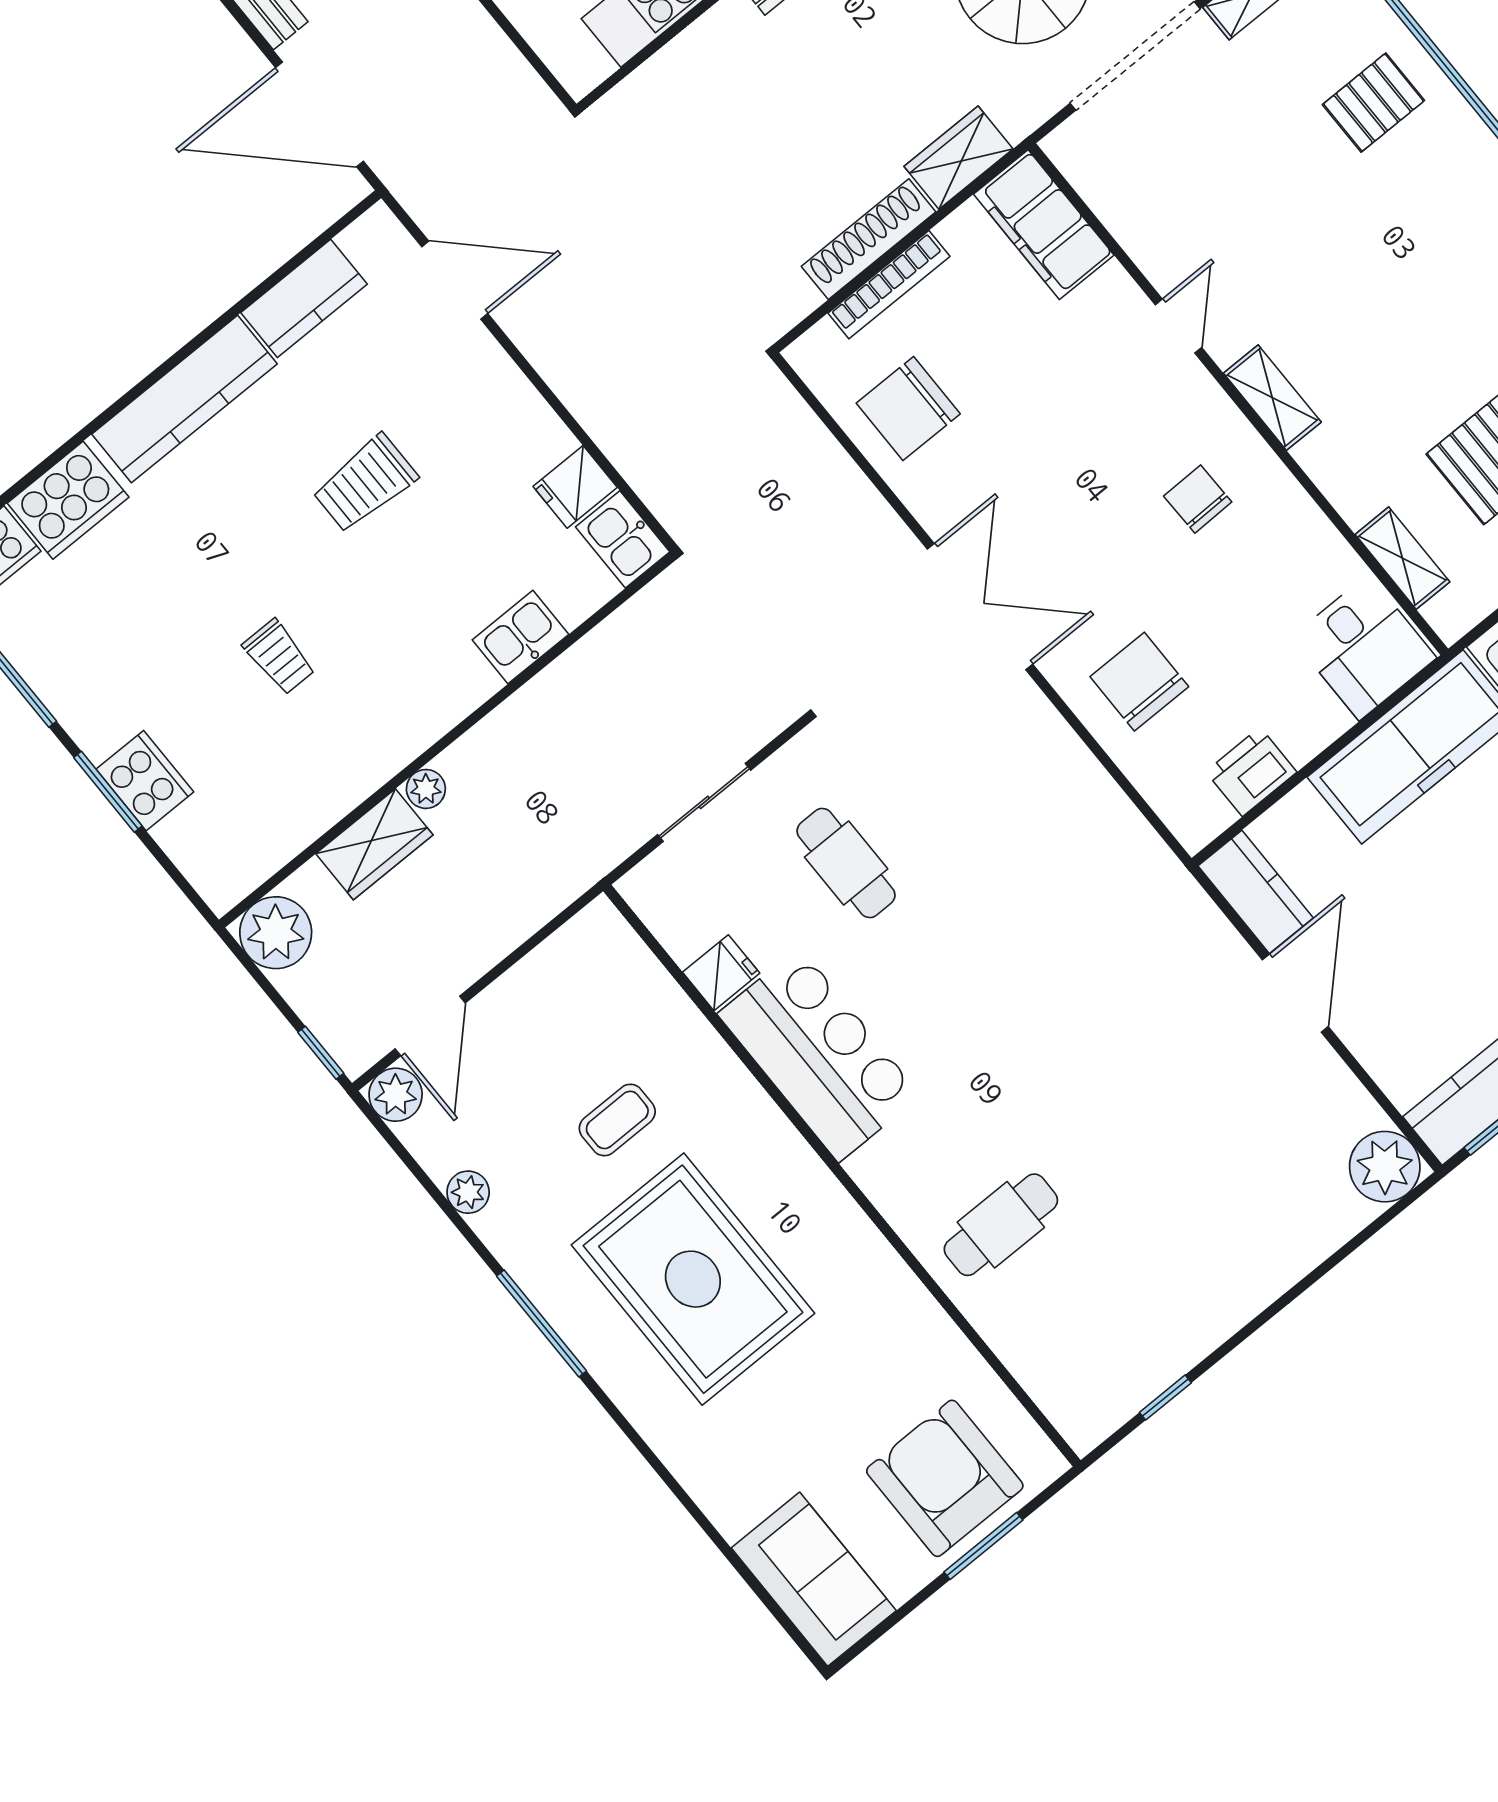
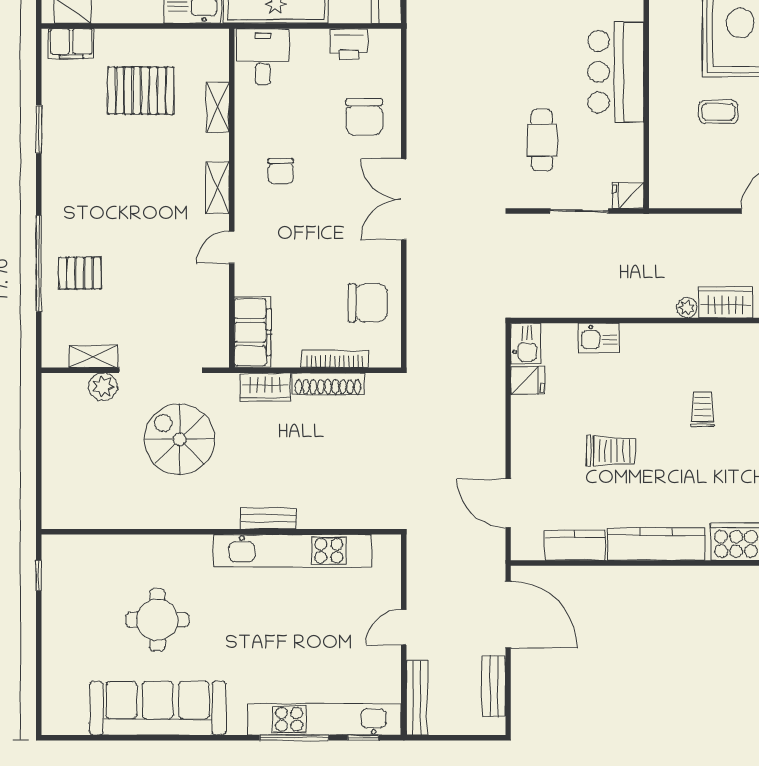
shelving: (1402, 558) -> (218, 107), moved
fridge: (721, 973) -> (628, 196), moved

